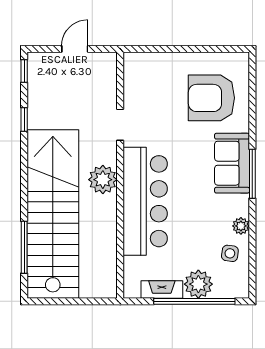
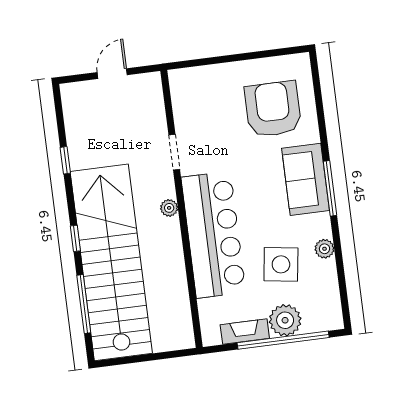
window: (24, 71) -> (75, 238), moved
armchair: (211, 98) -> (273, 109), turned 90
plant: (103, 180) -> (169, 208), width x0.53, depth x0.53
side table: (230, 253) -> (281, 264), moved, width x1.87, depth x1.87

